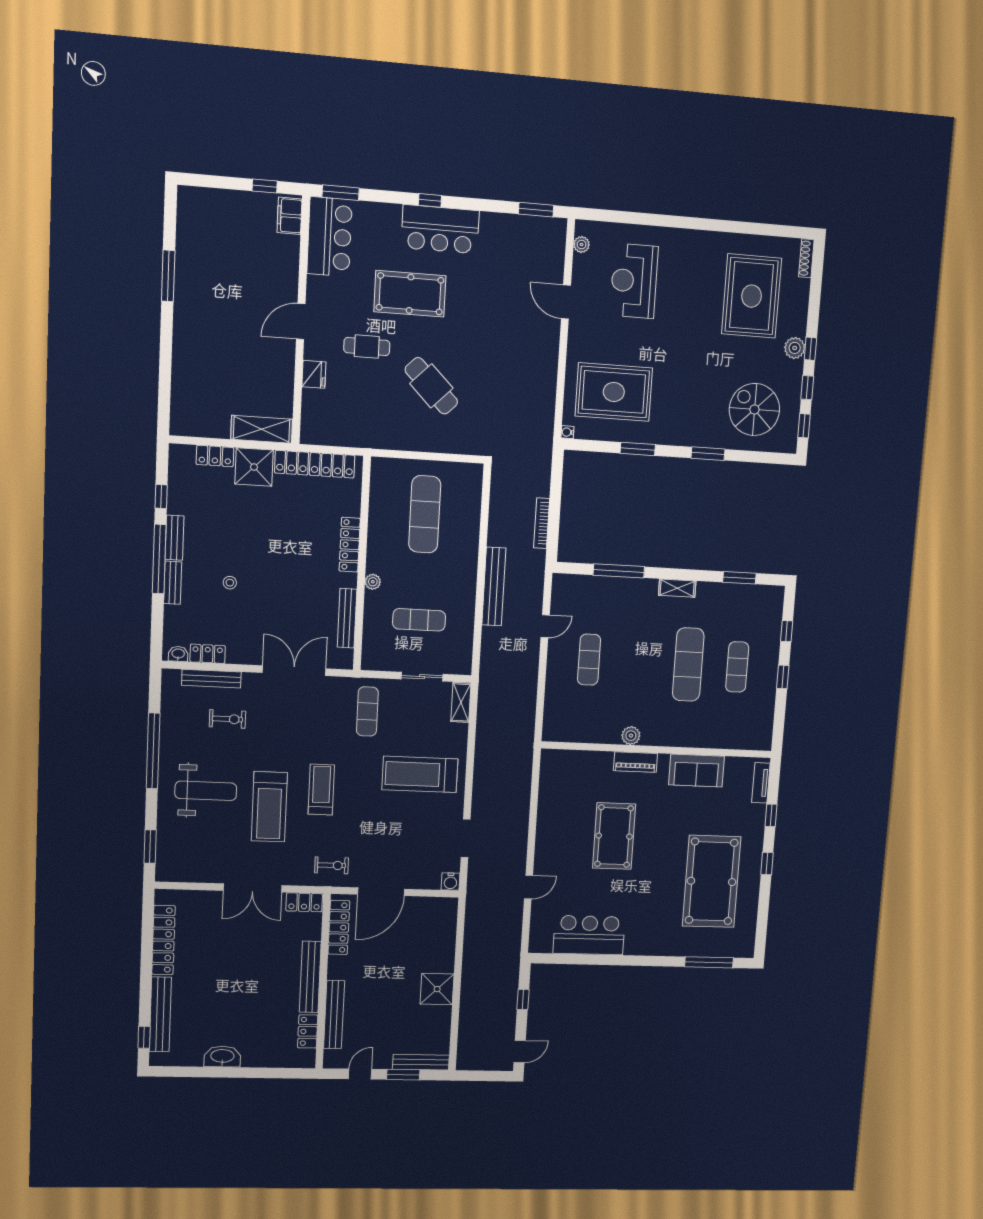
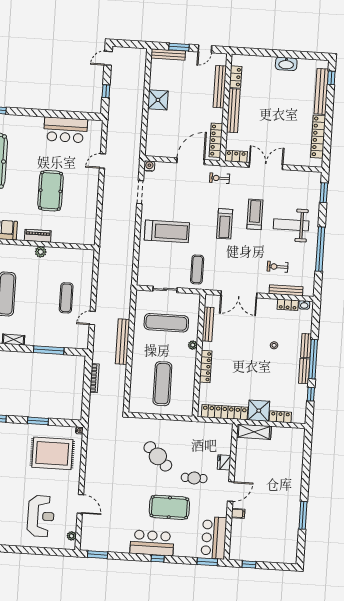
filing cabinet: (290, 216) -> (238, 513), moved, width x0.50
exercise mat: (419, 620) -> (166, 323), width x1.36, depth x1.45
shelving: (461, 702) -> (142, 274), removed
treadmill: (269, 807) -> (255, 214), width x0.73, depth x0.73

